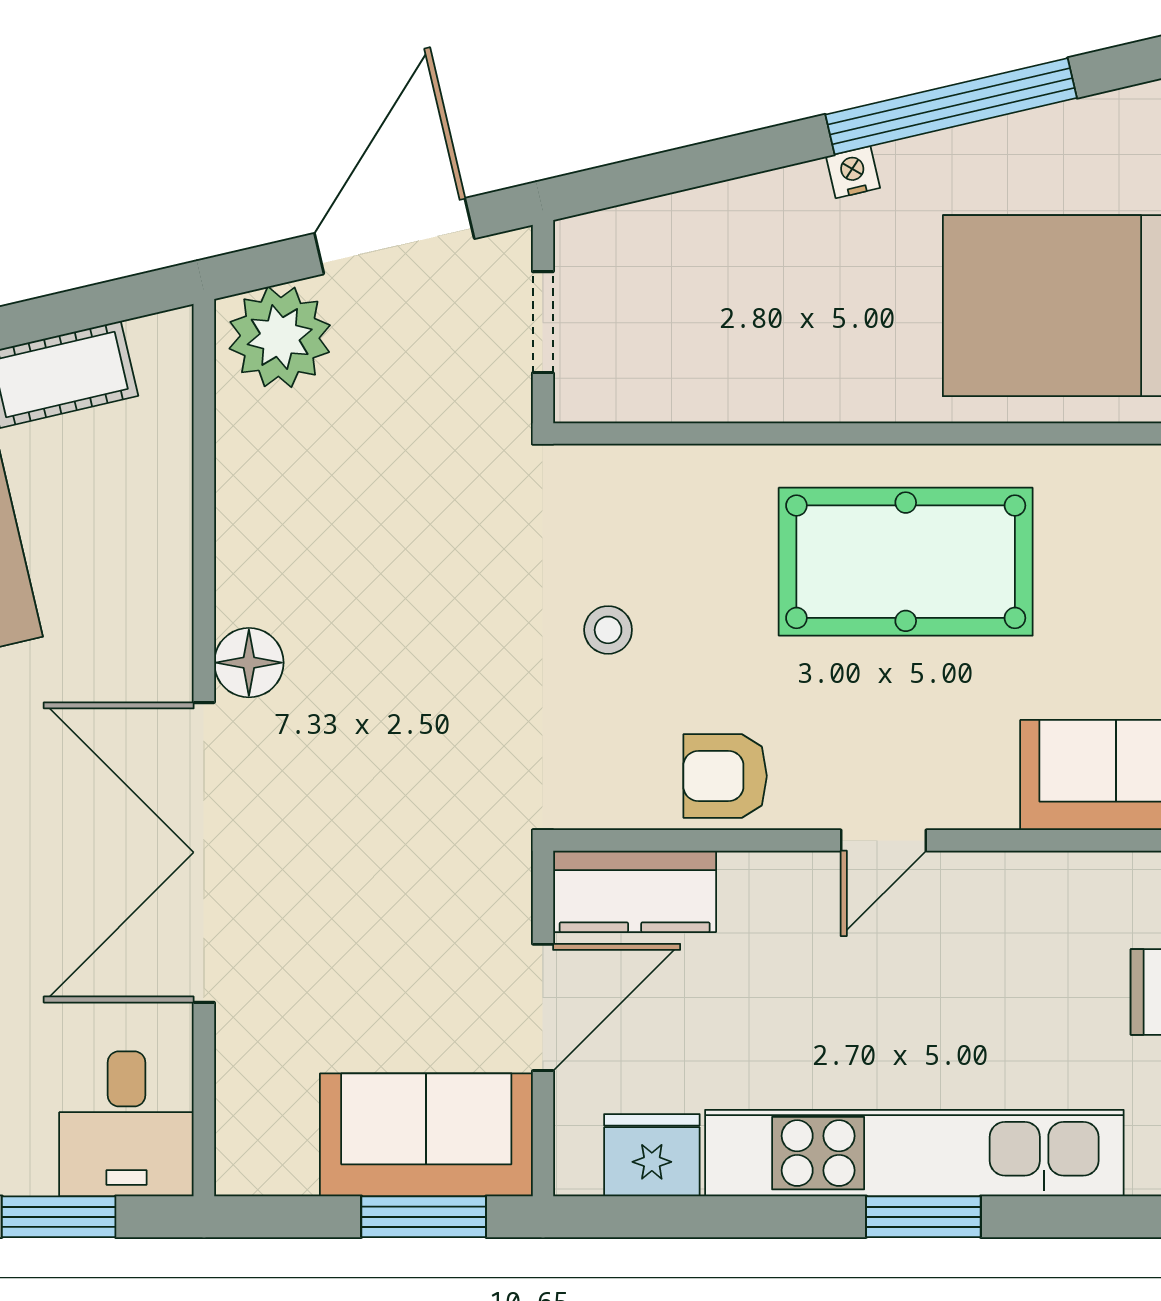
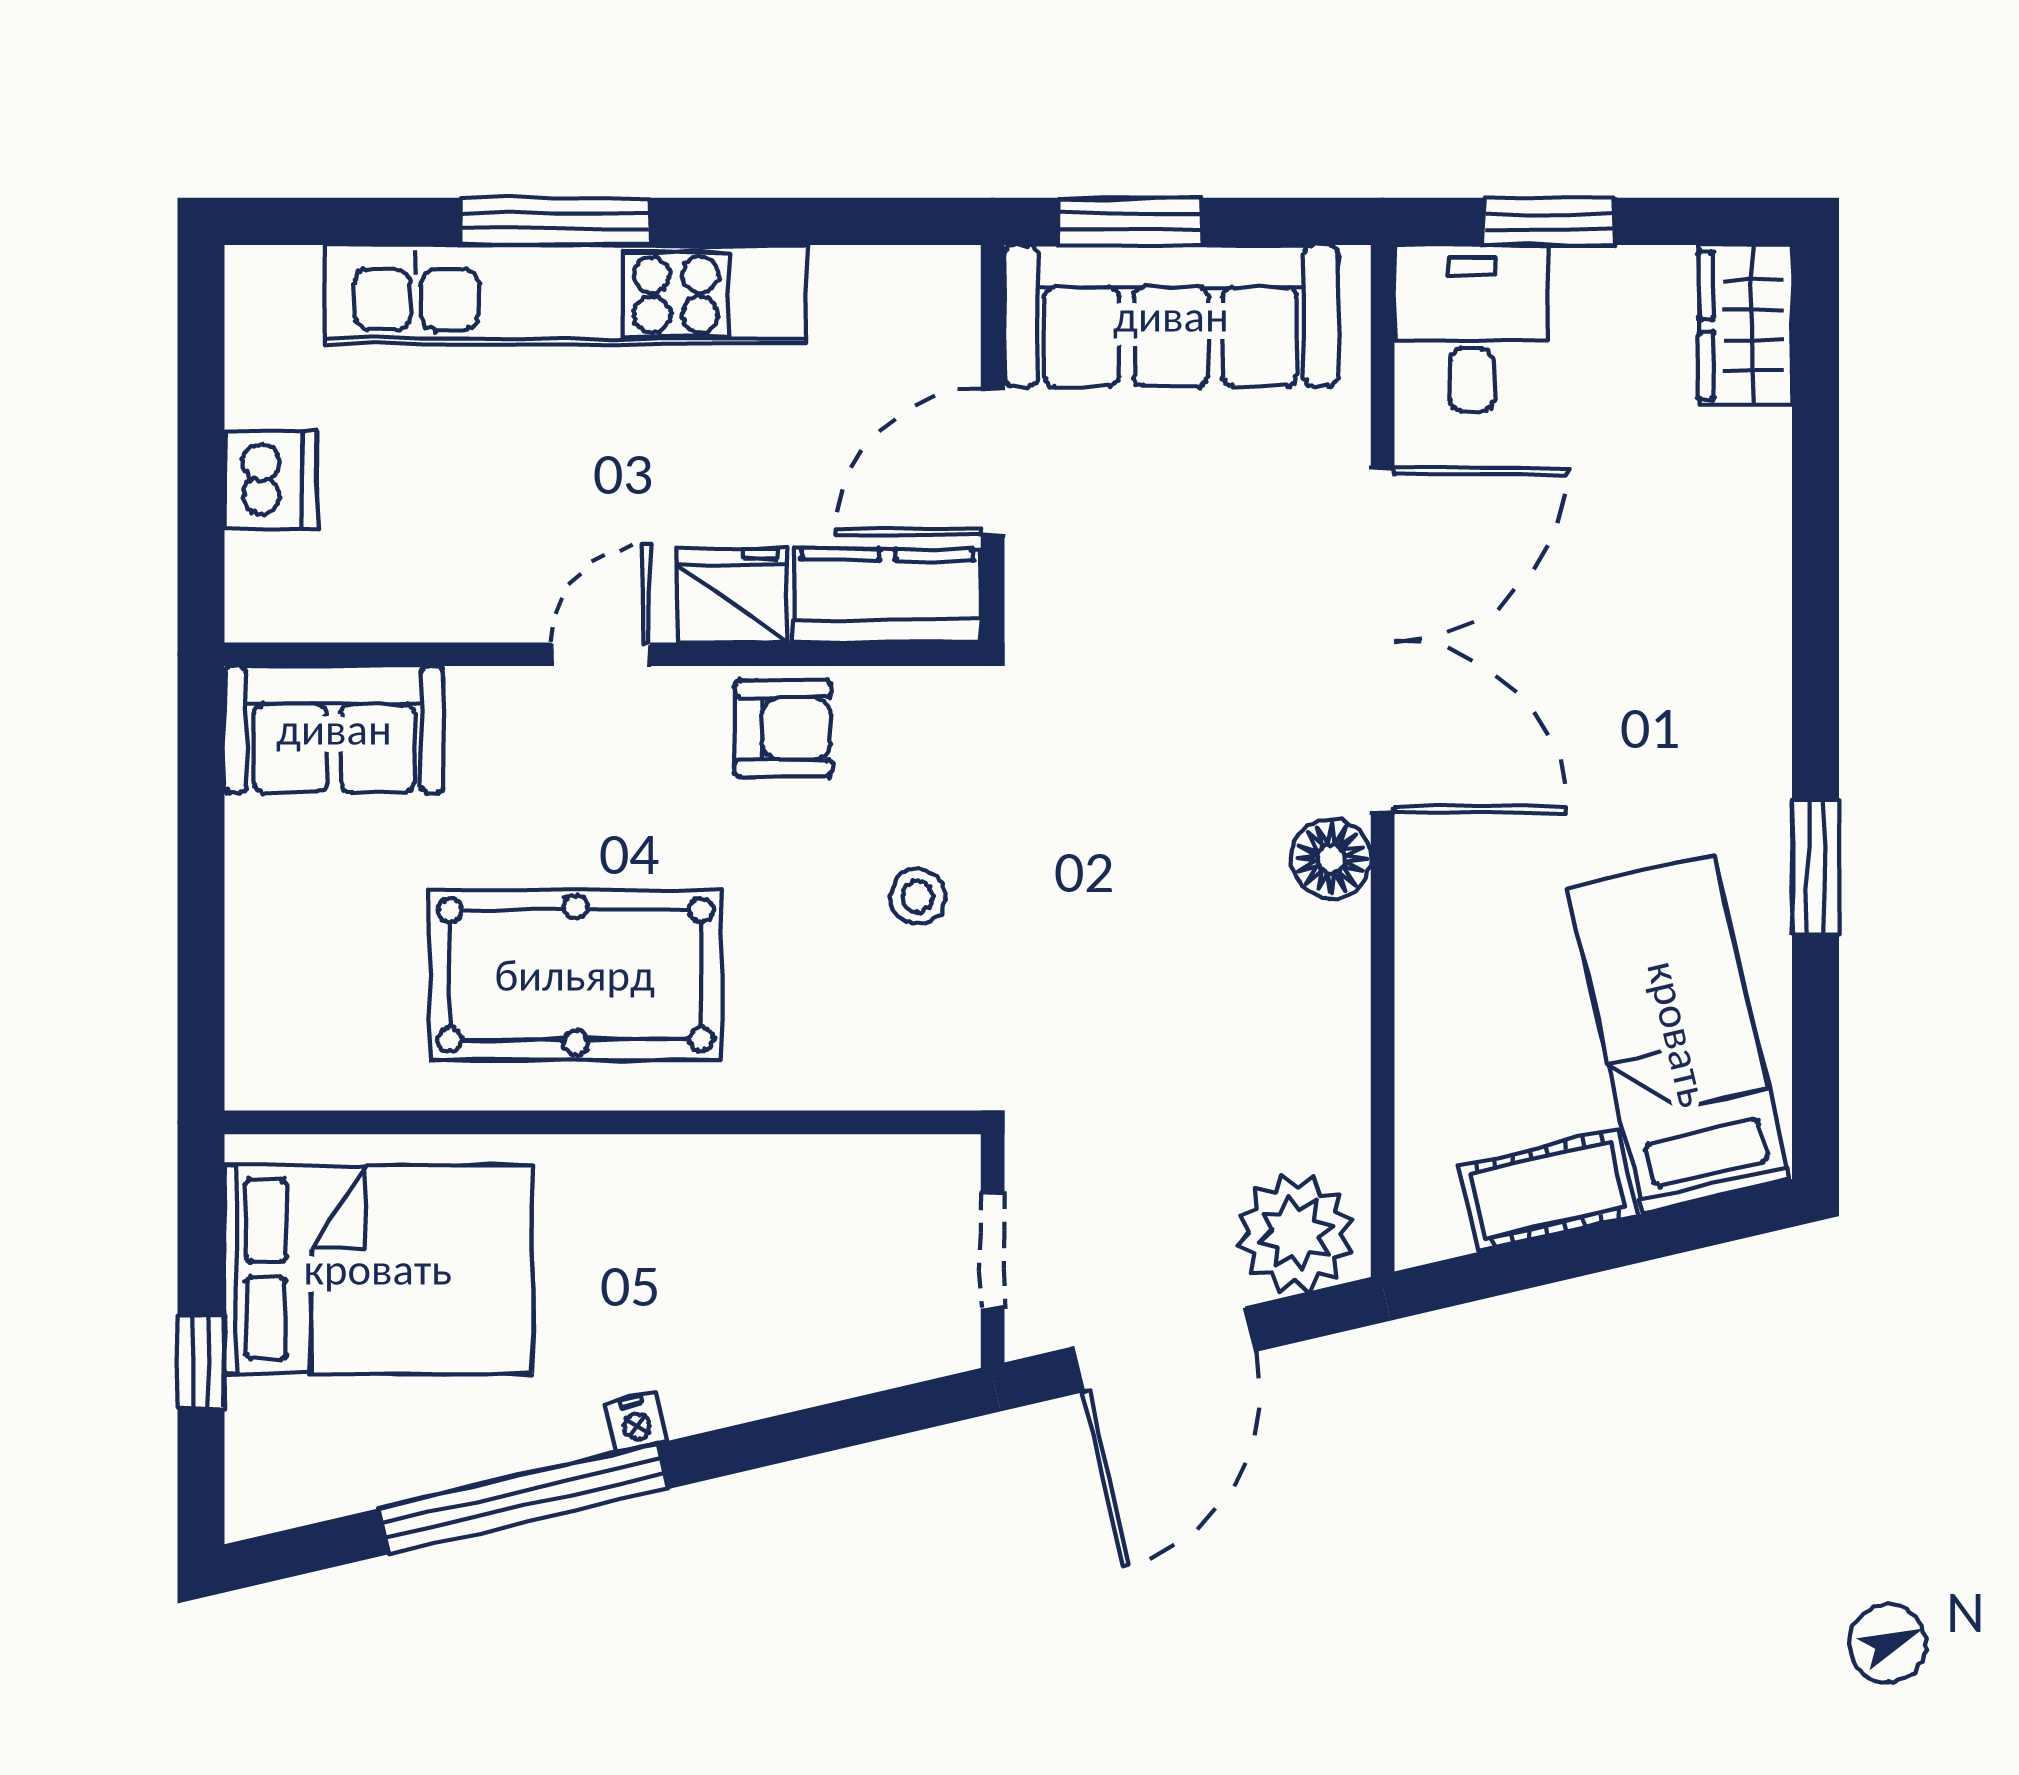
sofa: (426, 1135) -> (1171, 316), width x1.36
fridge: (652, 1155) -> (732, 595), moved, turned 180
window: (923, 1217) -> (555, 221), width x1.44

